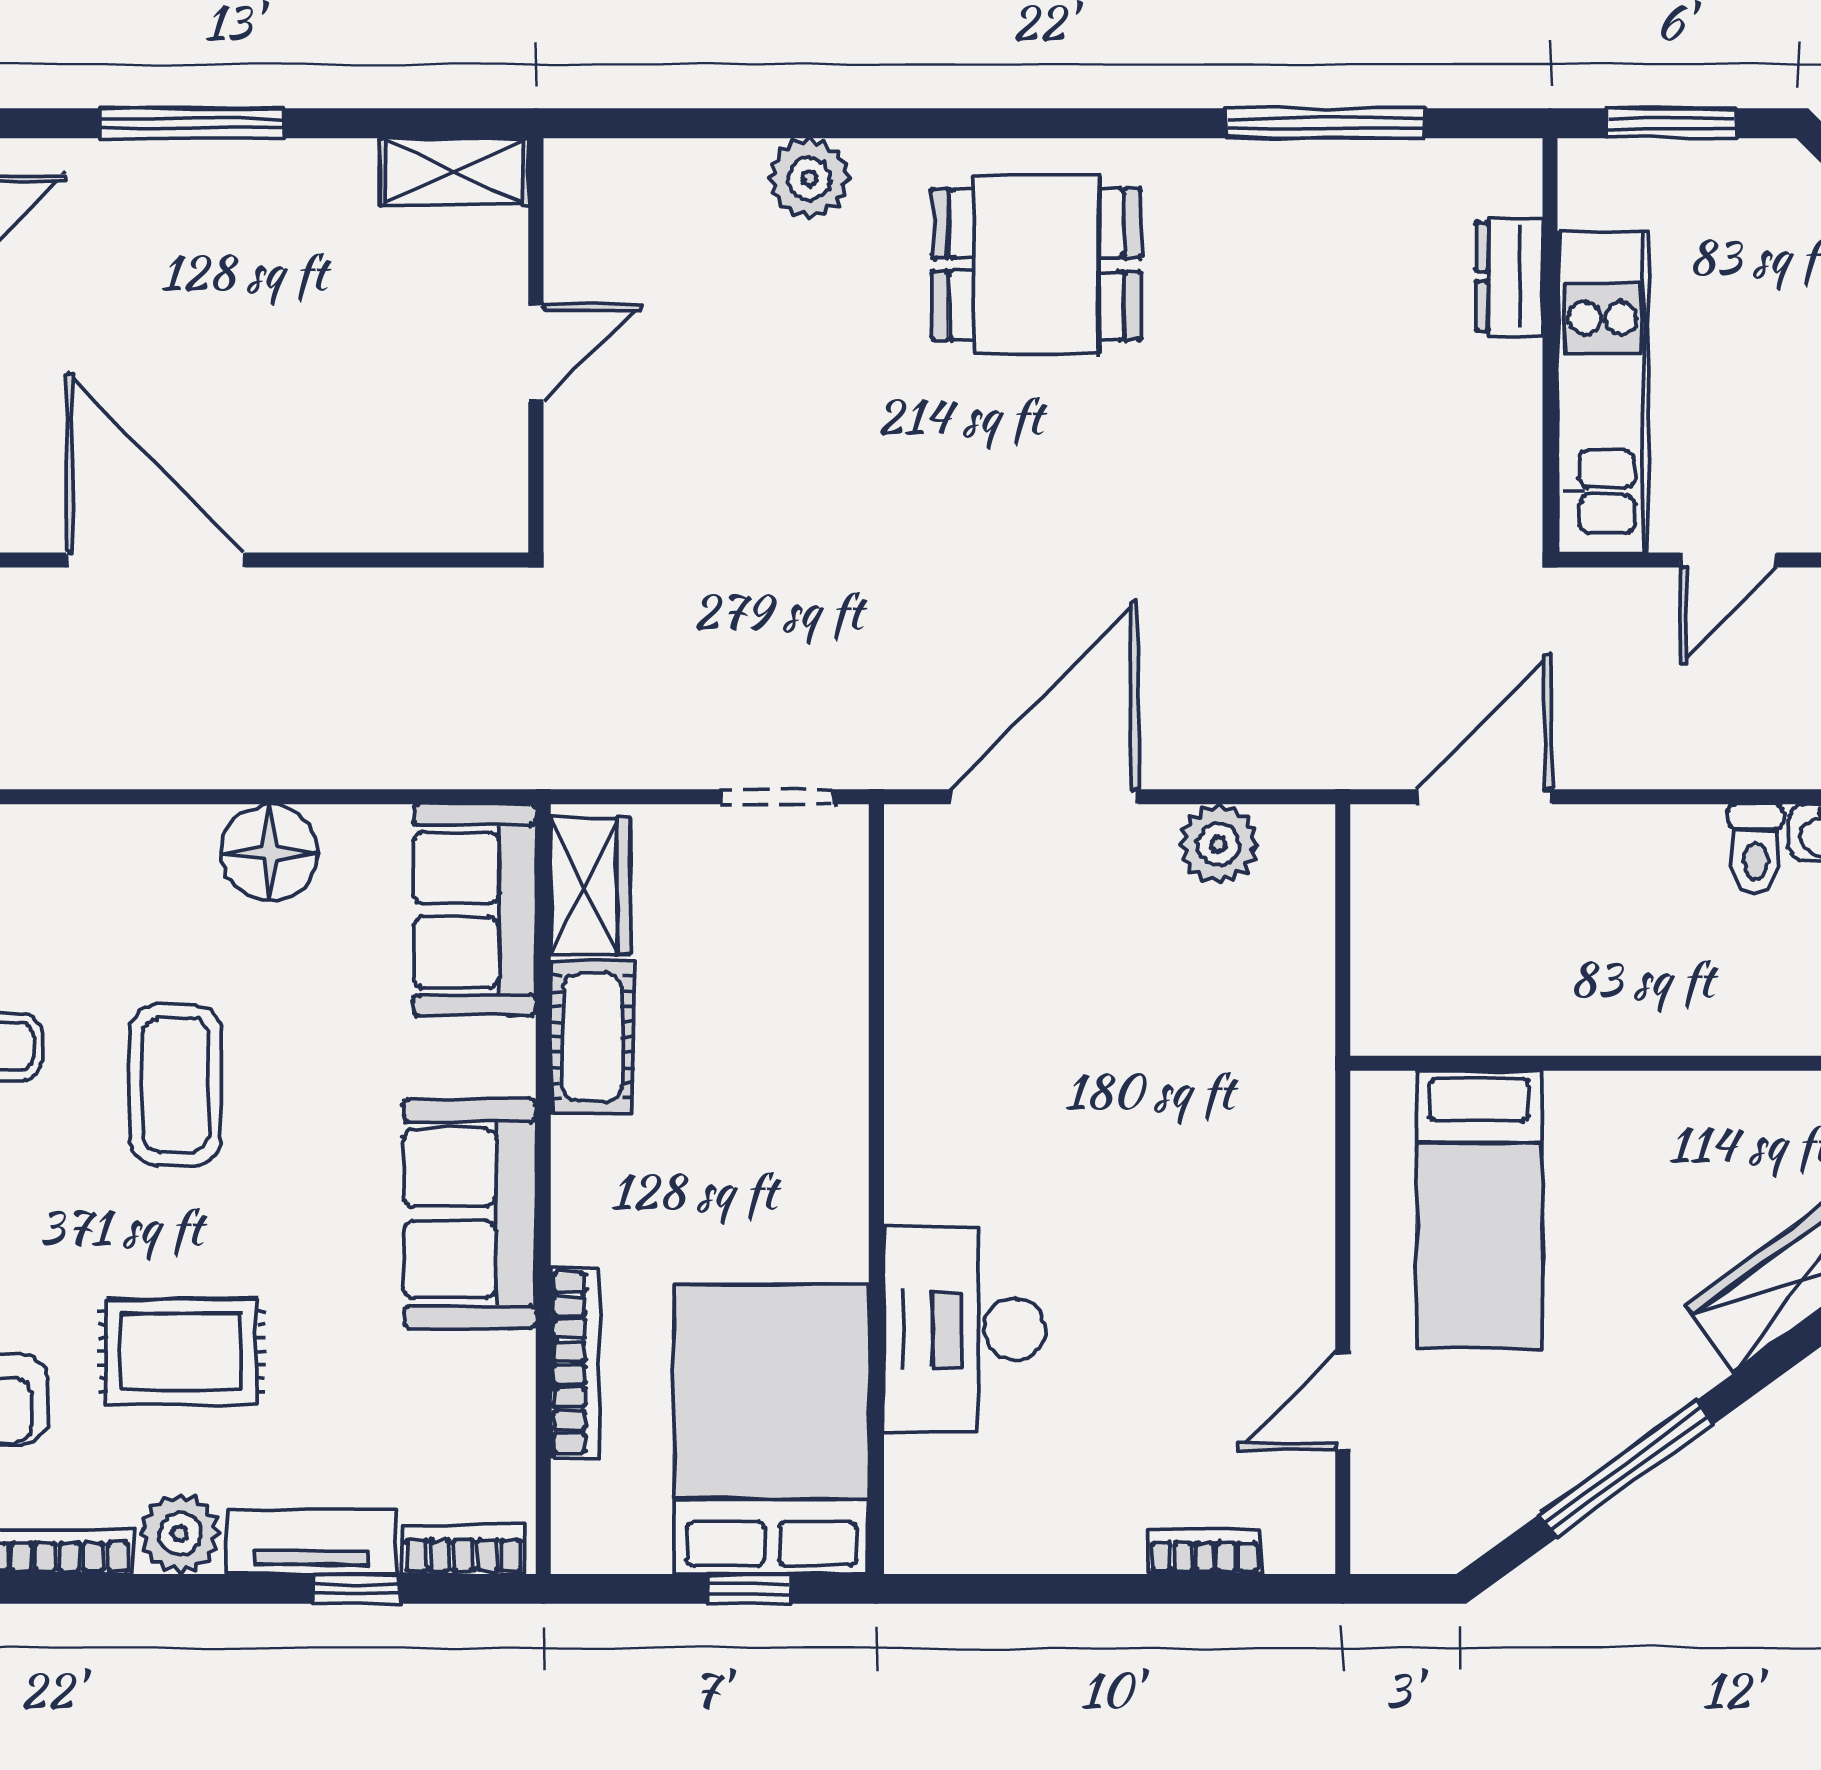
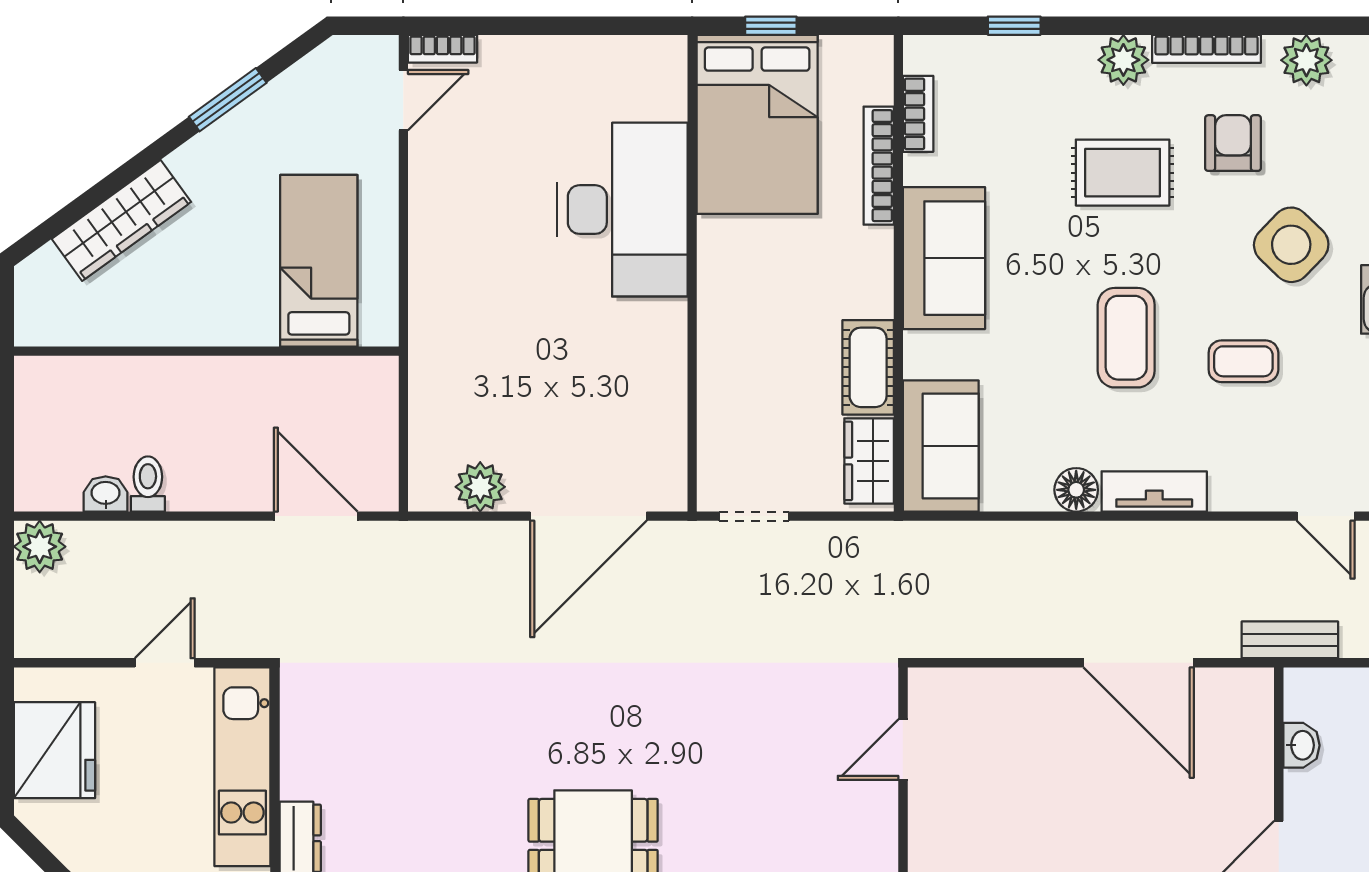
door: (536, 353) -> (903, 750), moved
door: (1484, 797) -> (316, 516), swing flipped
floor lamp: (269, 852) -> (1076, 490), width x0.73, depth x0.73
desk: (965, 1329) -> (622, 210), width x1.36, depth x1.30
door: (1343, 1401) -> (403, 100), moved
window: (1626, 1469) -> (228, 100), width x0.69
tv unit: (311, 1542) -> (1154, 491), moved, turned 180
bookcase: (464, 1549) -> (918, 114), moved, turned -90
bookcase: (1205, 1552) -> (442, 49), moved

